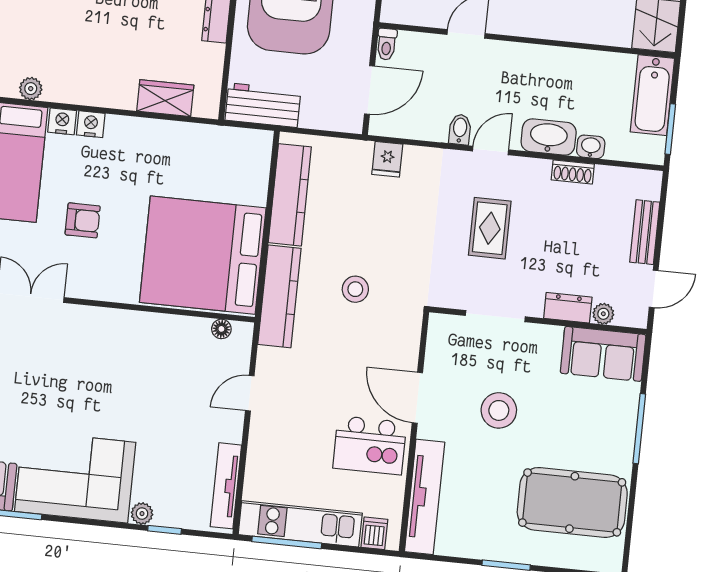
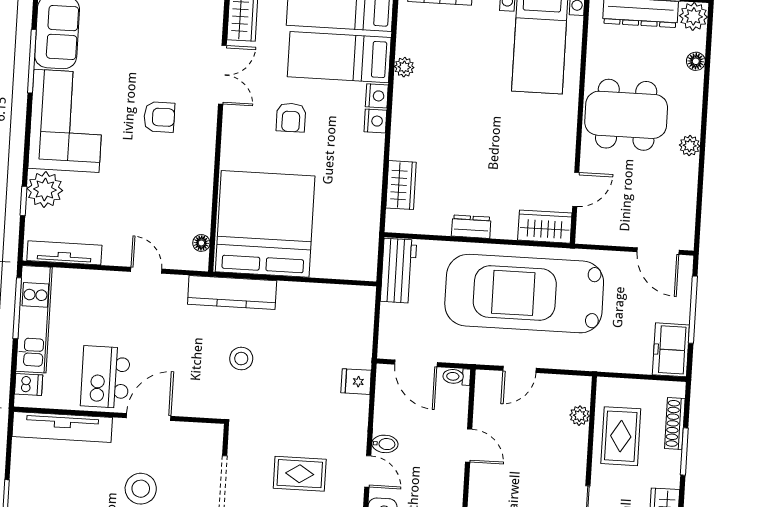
kitchen counter: (290, 195) -> (321, 298), removed
armchair: (75, 371) -> (159, 117), added
plant: (142, 514) -> (45, 190), width x1.88, depth x1.88

